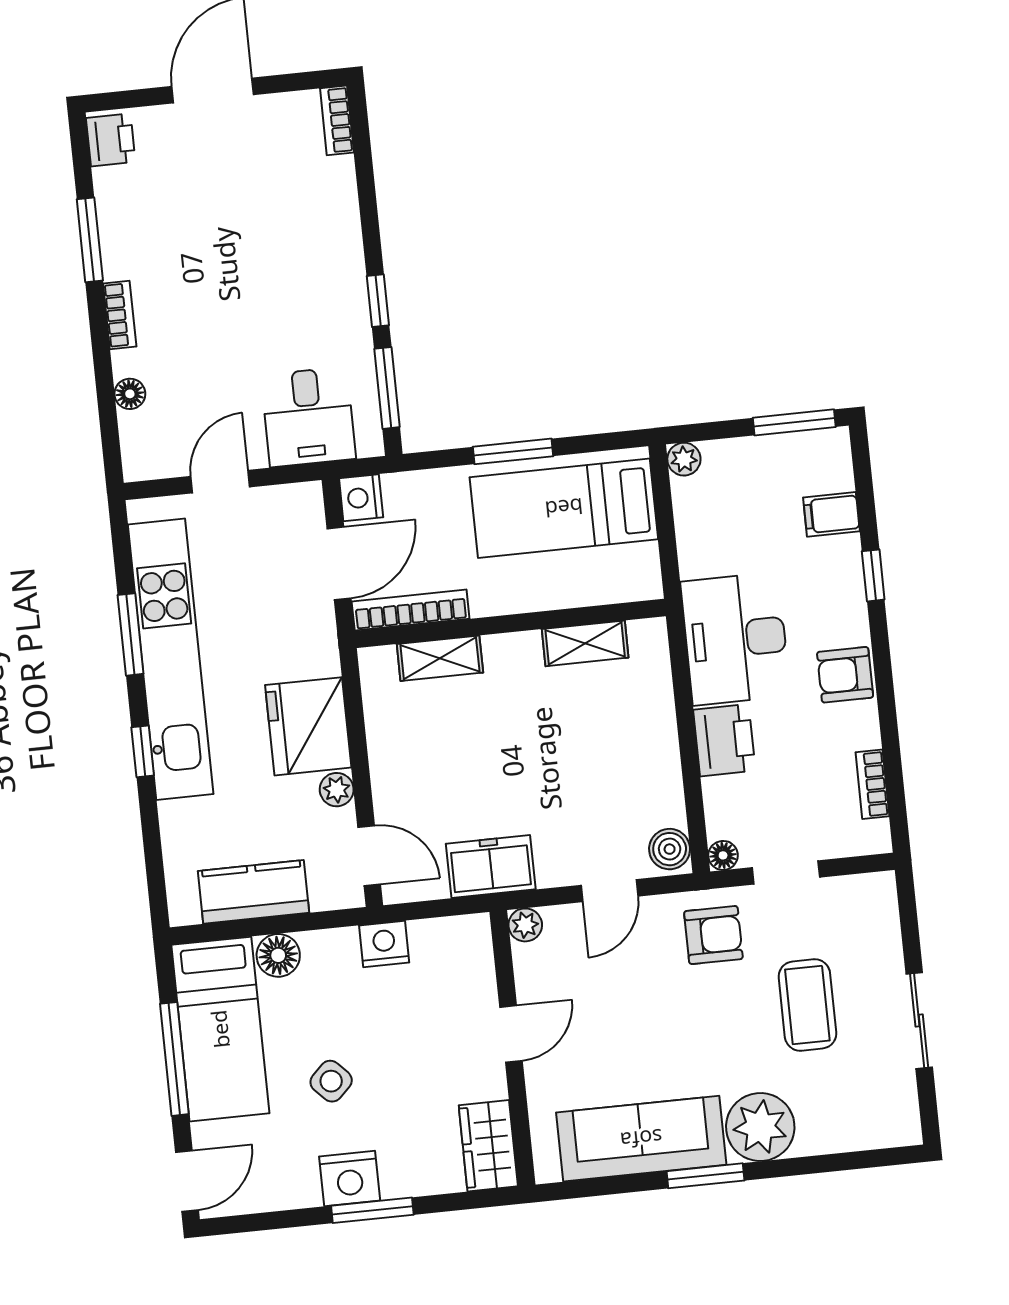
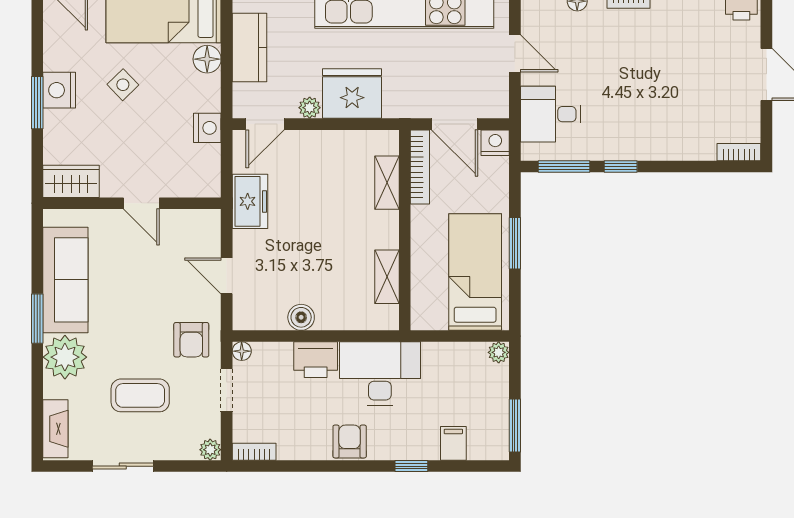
bookcase: (872, 784) -> (254, 452), moved
boiler: (670, 849) -> (301, 317), moved
plant: (525, 925) -> (210, 450), moved
fireplace: (872, 1130) -> (55, 429), added

